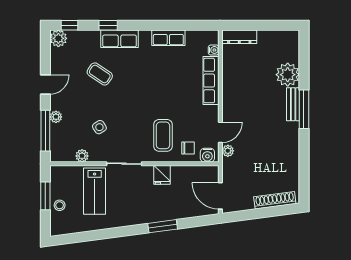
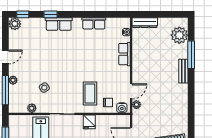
coffee table: (100, 74) -> (45, 49), removed
plant: (288, 75) -> (179, 35), moved
row of seats: (211, 81) -> (124, 54), width x0.68
window: (304, 109) -> (191, 55), moved

